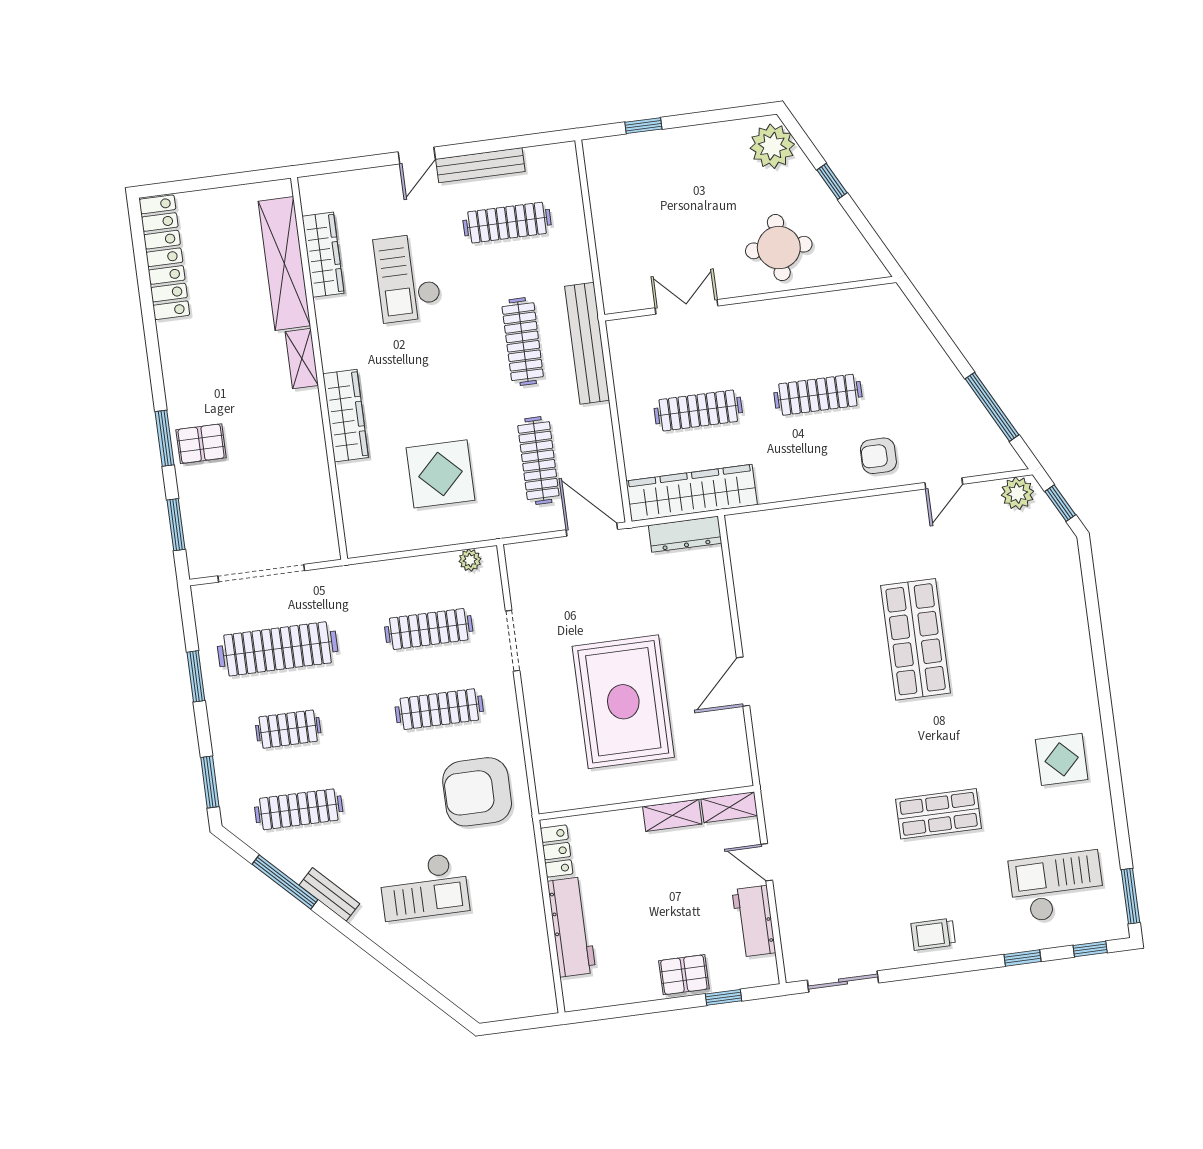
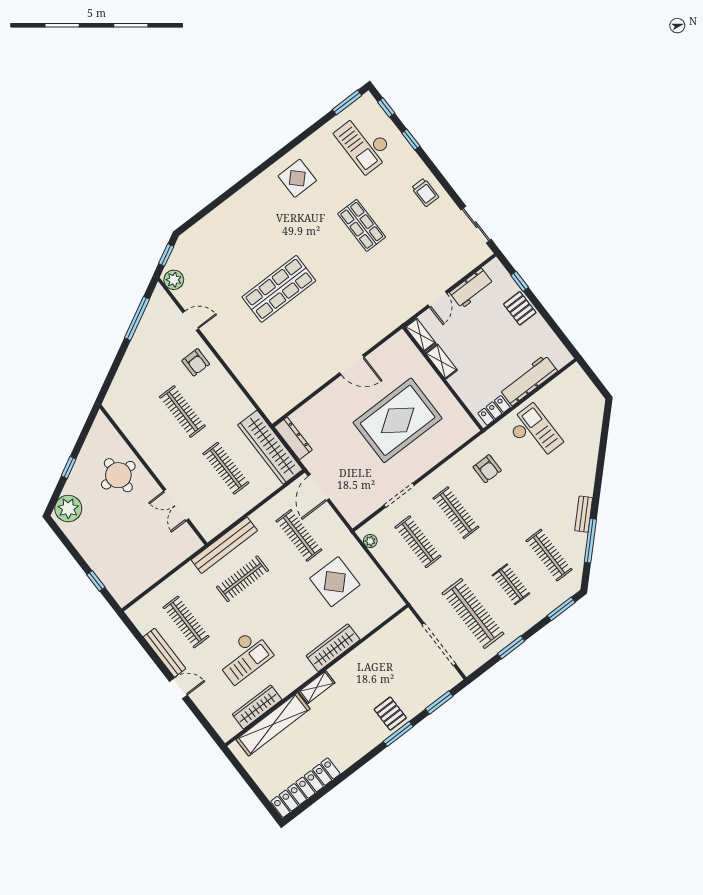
clothes rail: (538, 461) -> (299, 535), turned 90
armchair: (477, 792) -> (487, 469), width x0.53, depth x0.53
checkout: (424, 887) -> (535, 433), moved

